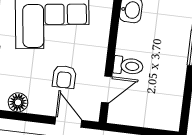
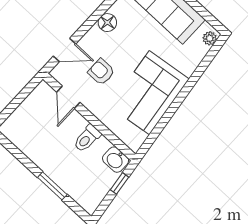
toilet: (128, 66) -> (87, 138), moved

